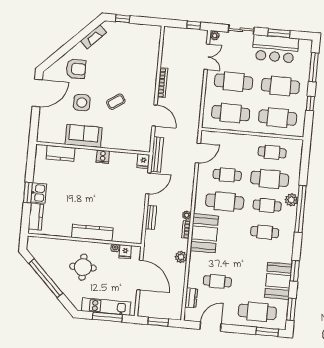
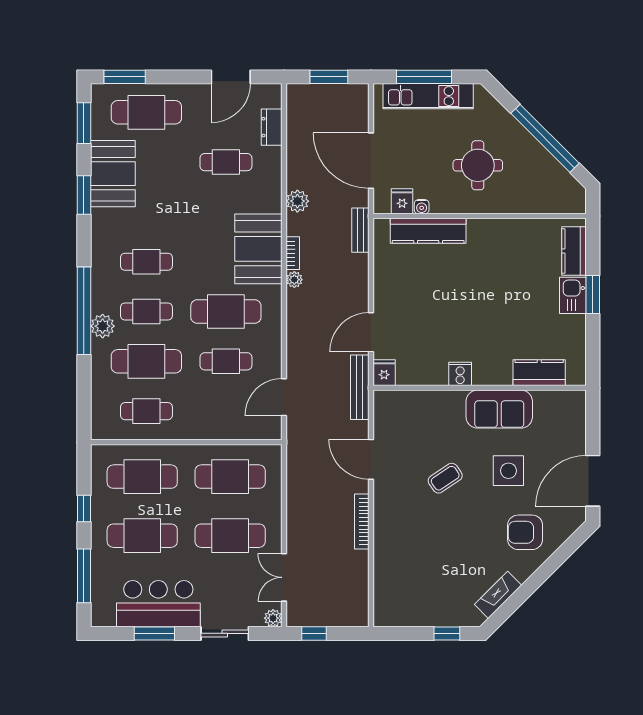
bench: (151, 217) -> (360, 230), moved
kitchen counter: (92, 233) -> (428, 231), moved

